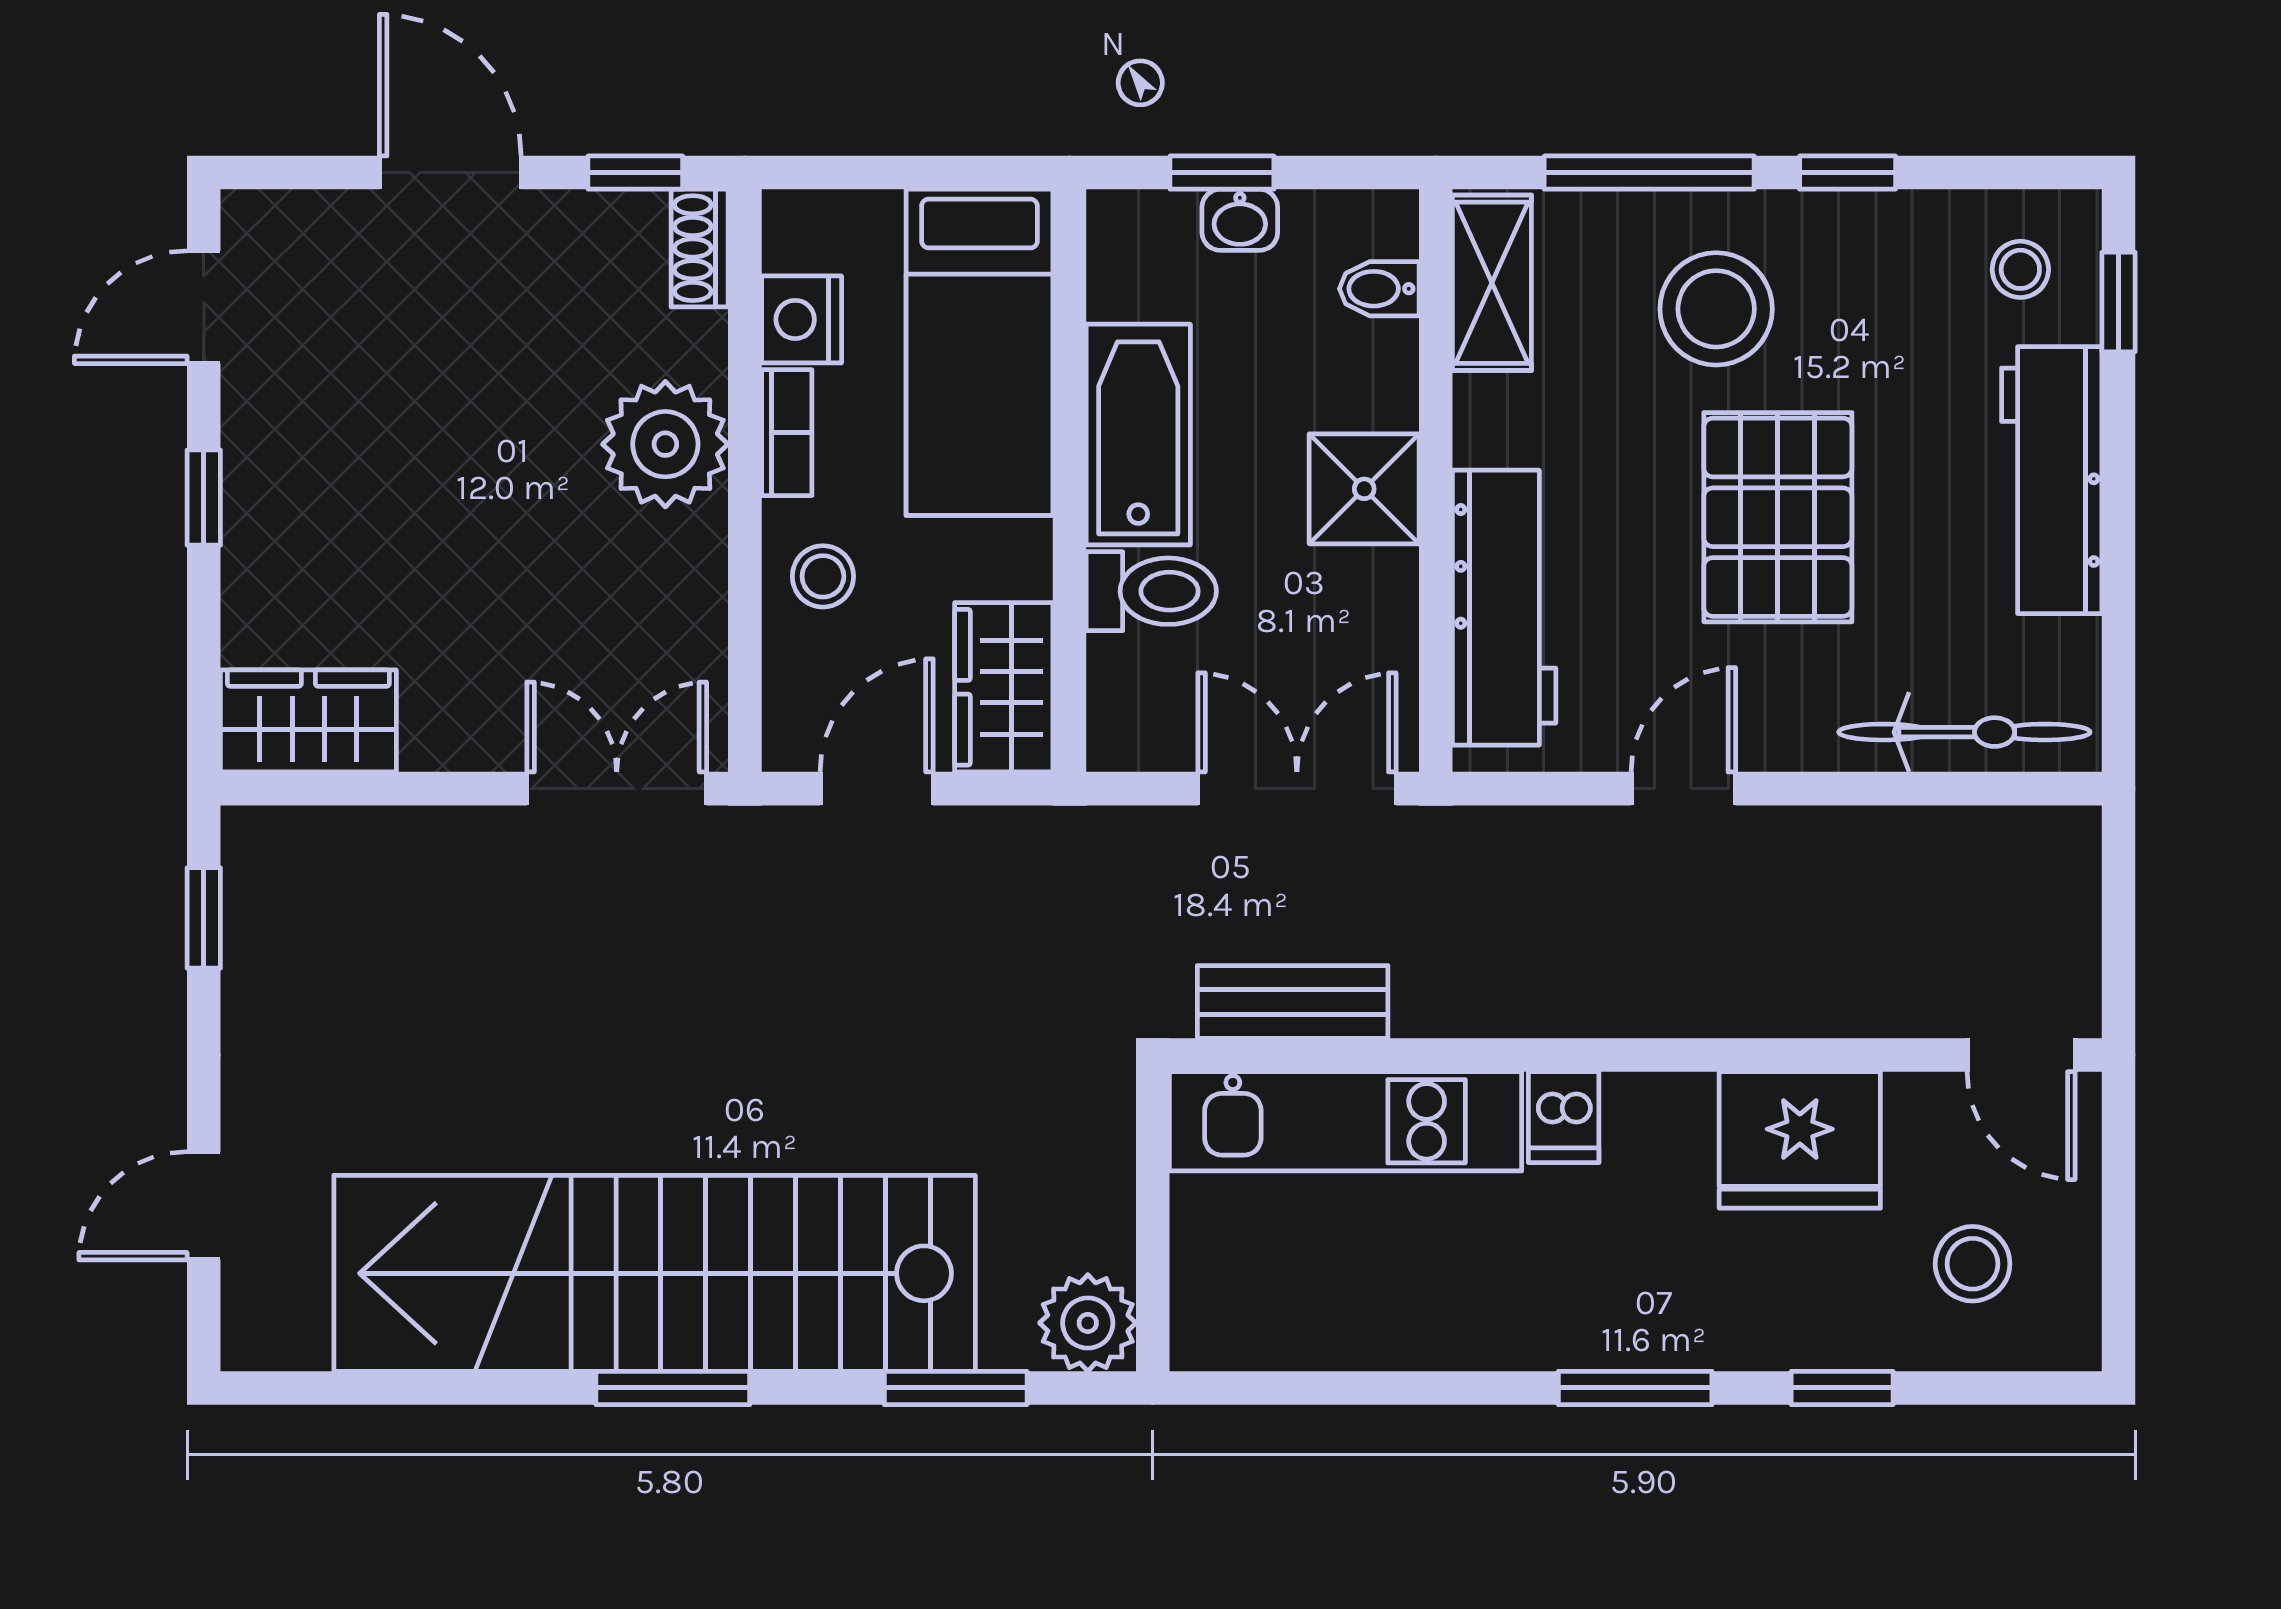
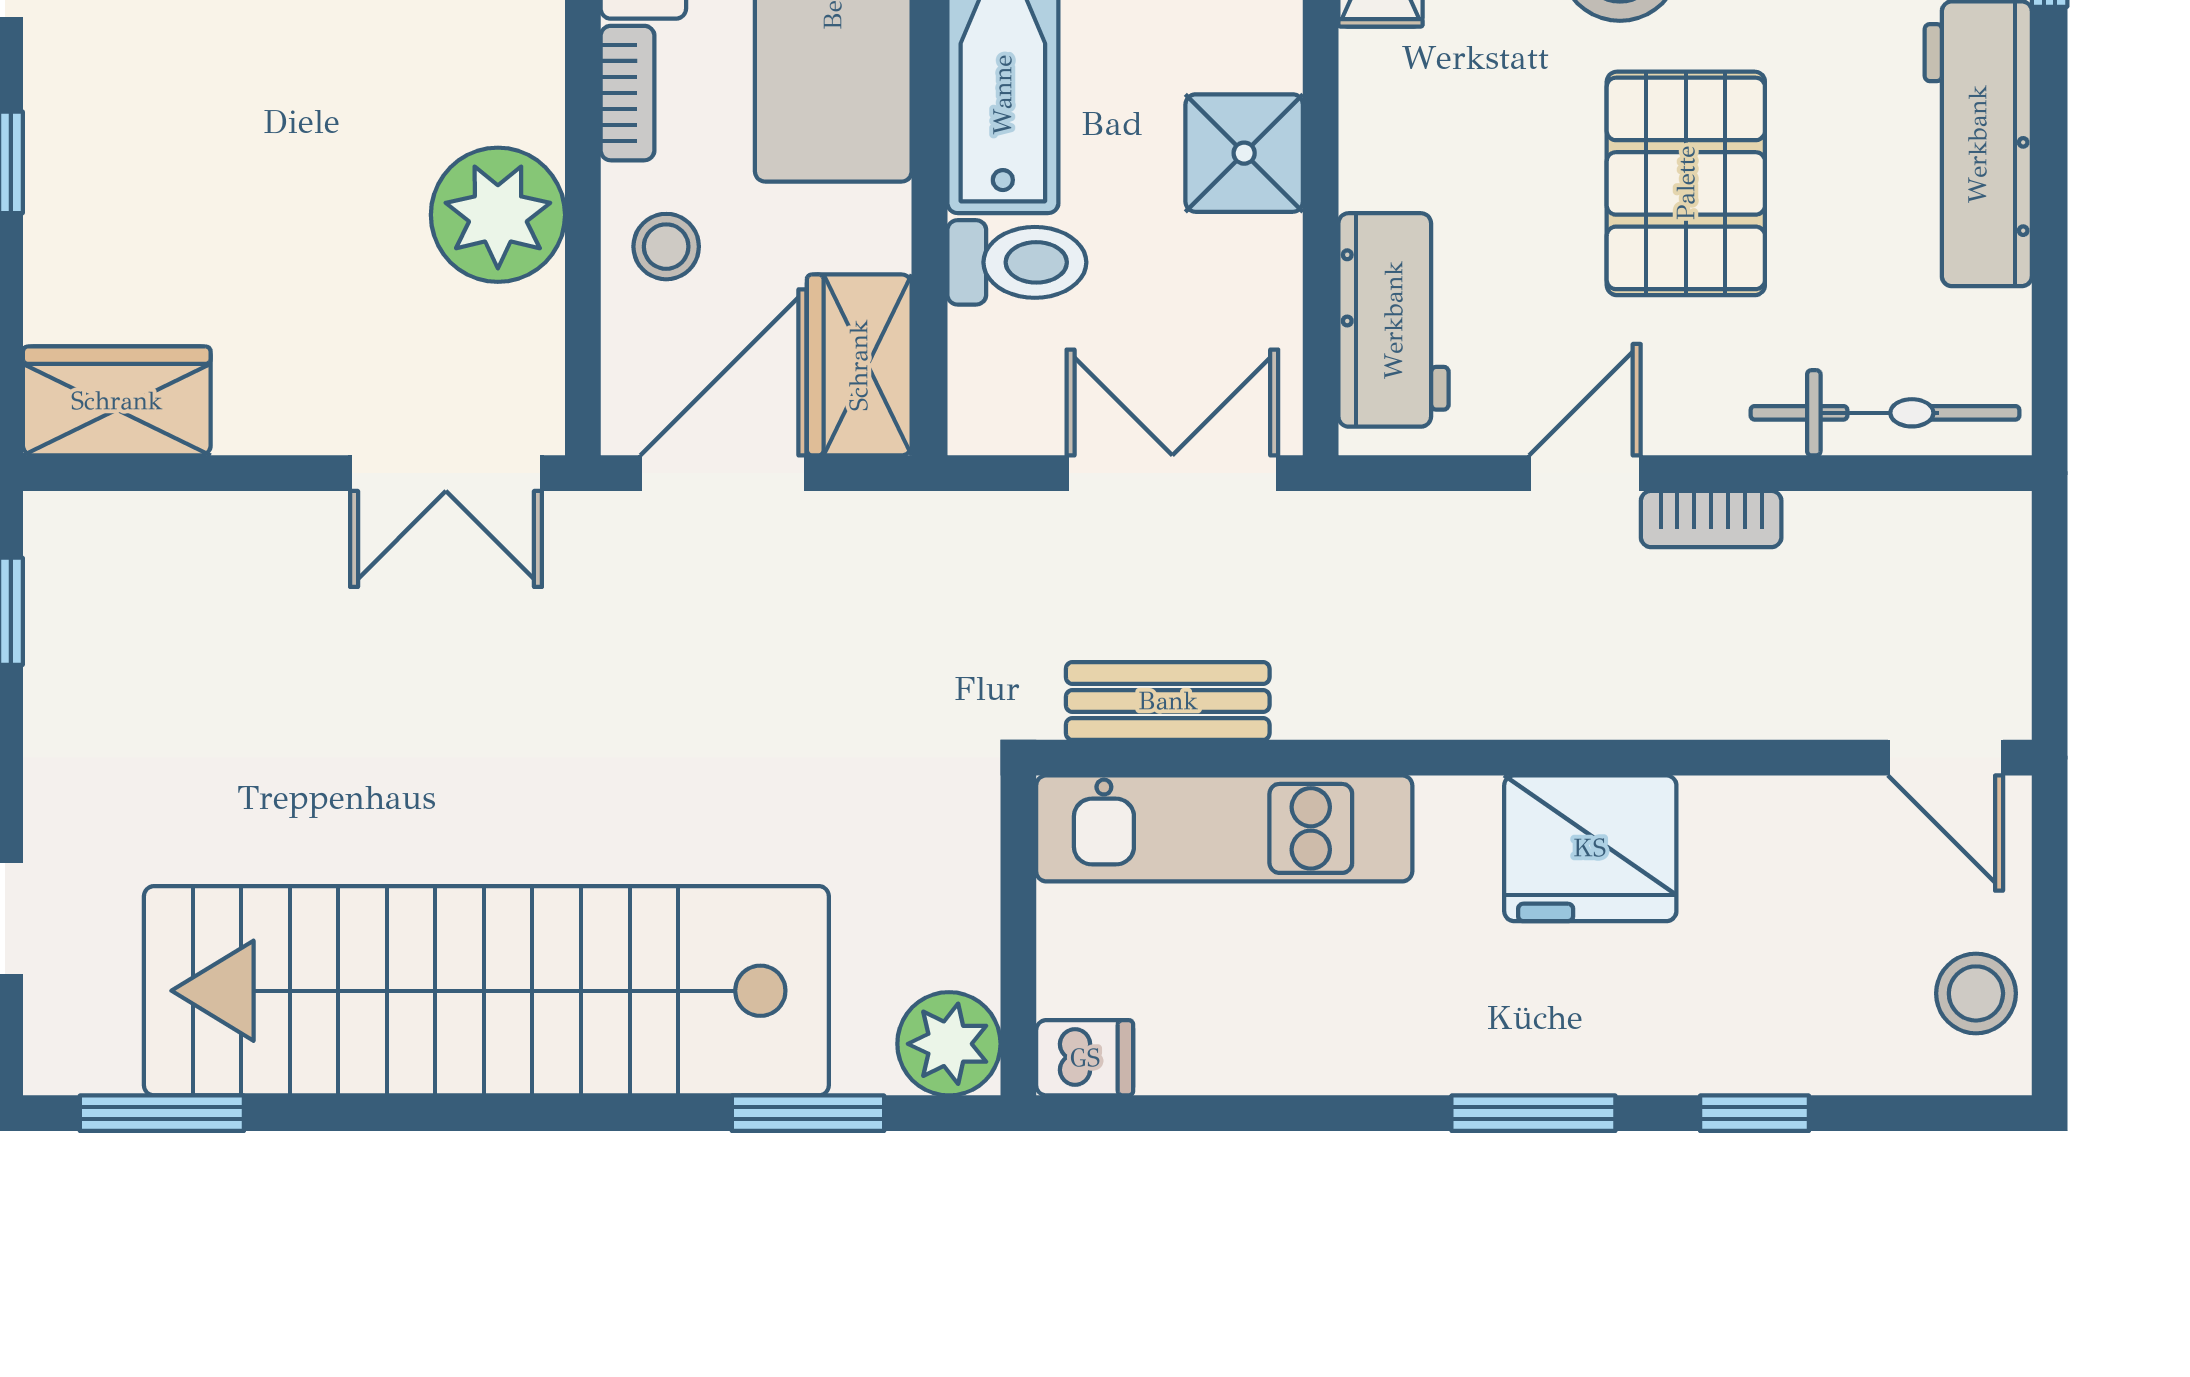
plant: (665, 444) -> (498, 215), moved
workbench: (1504, 608) -> (1394, 320), width x0.73
double door: (617, 789) -> (446, 473), swing flipped
door: (877, 789) -> (723, 473), width x1.38
bookcase: (1802, 832) -> (1711, 519), added
dishwasher: (1564, 1117) -> (1085, 1058), moved, turned -90
fridge: (1800, 1140) -> (1590, 848), moved
stool: (1973, 1264) -> (1976, 993), moved
window: (673, 1388) -> (162, 1113), moved

